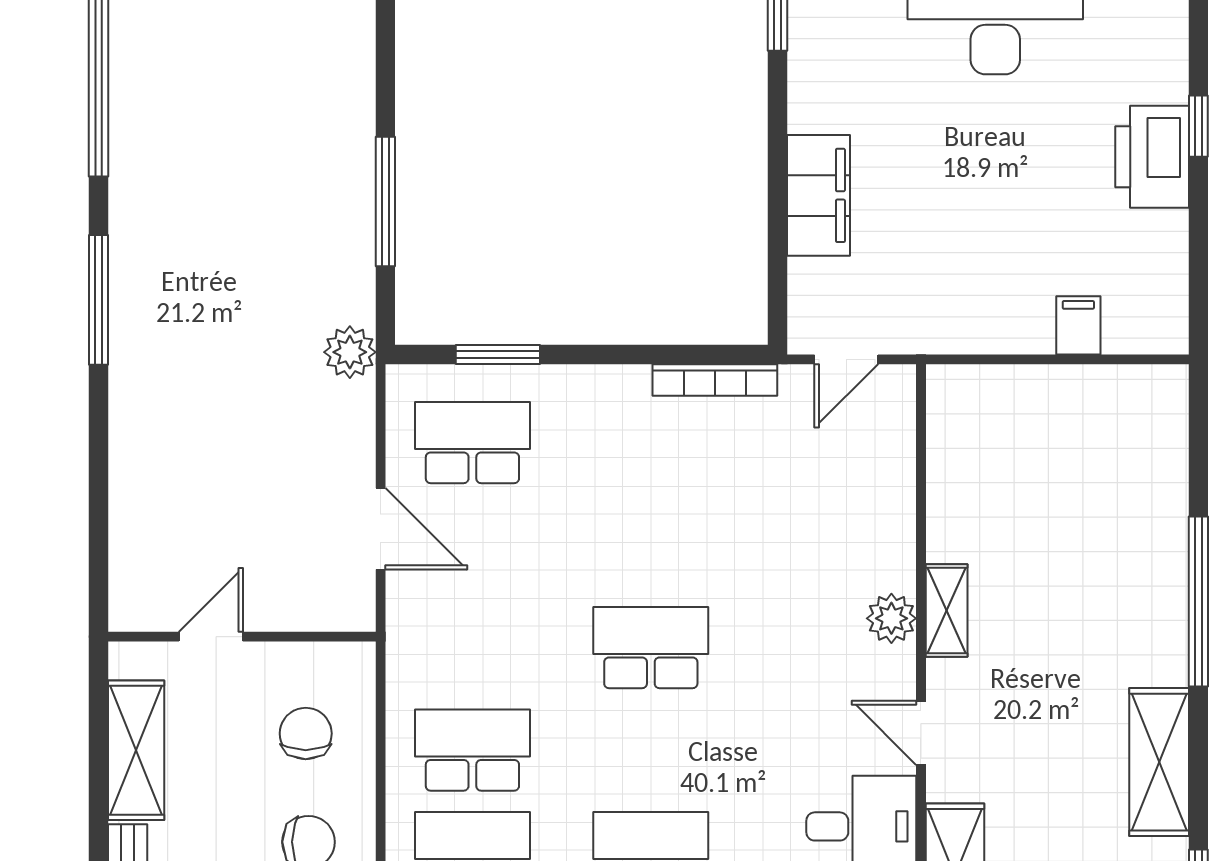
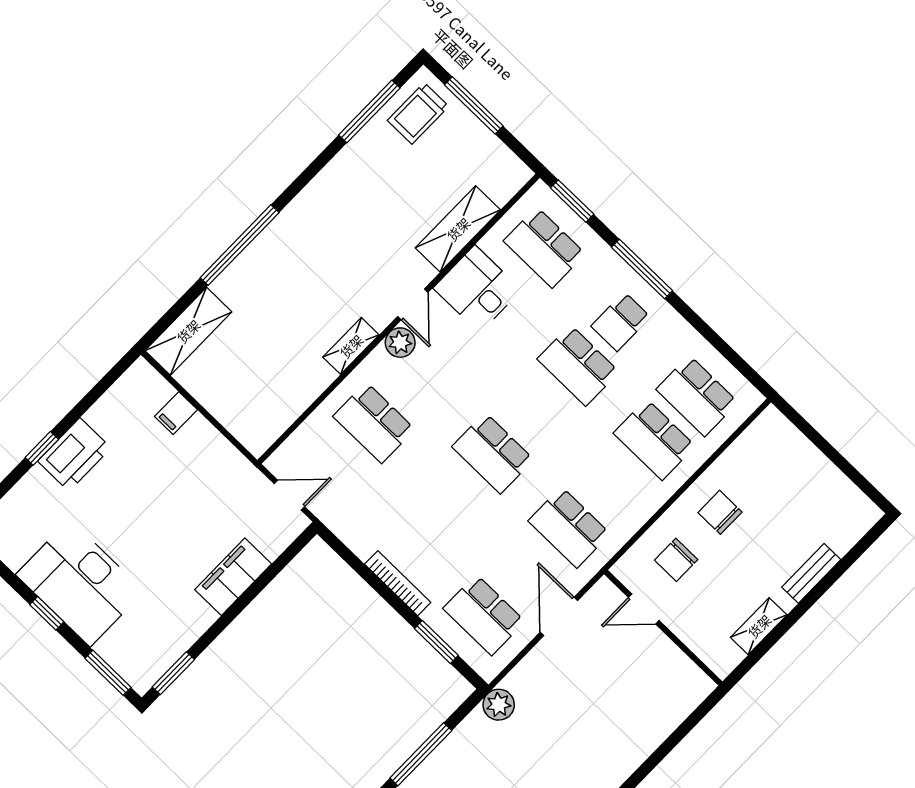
bookcase: (715, 380) -> (398, 583), moved
school desk: (829, 545) -> (374, 423), added
plant: (891, 618) -> (400, 343), moved
door: (211, 637) -> (644, 609), moved
shelving: (136, 750) -> (759, 626), width x0.67, depth x0.75
school desk: (472, 750) -> (569, 527), moved
shelving: (1159, 762) -> (188, 331), moved

